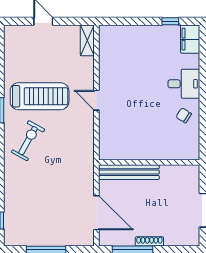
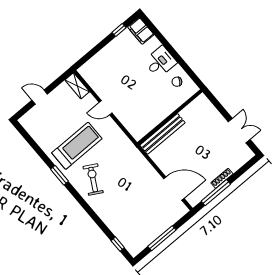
door: (96, 100) -> (106, 108), moved
wall: (149, 162) -> (170, 117), moved
bench: (129, 172) -> (162, 134), moved

